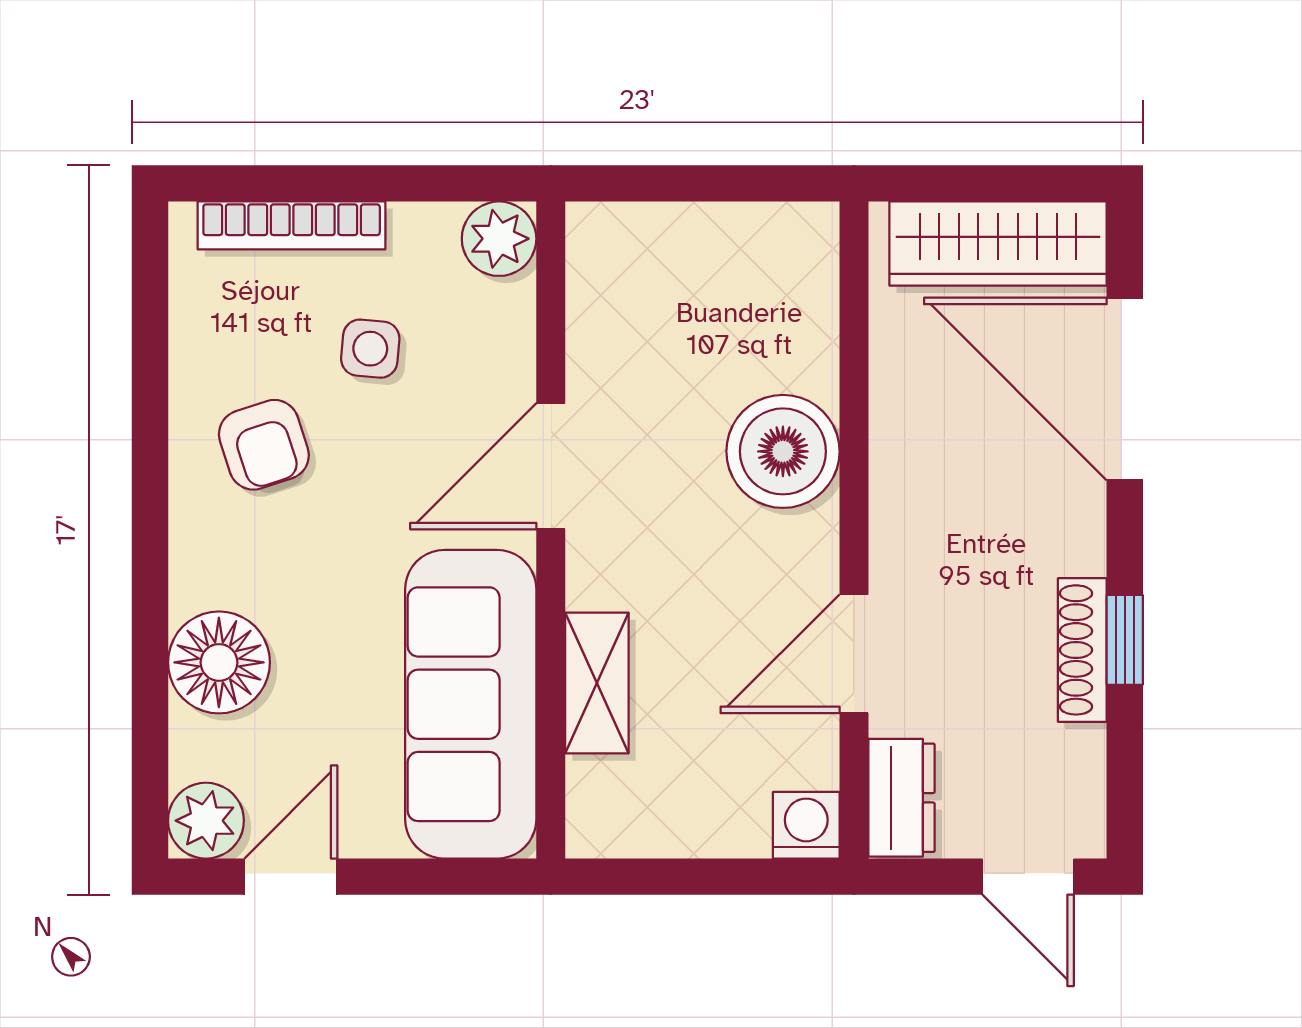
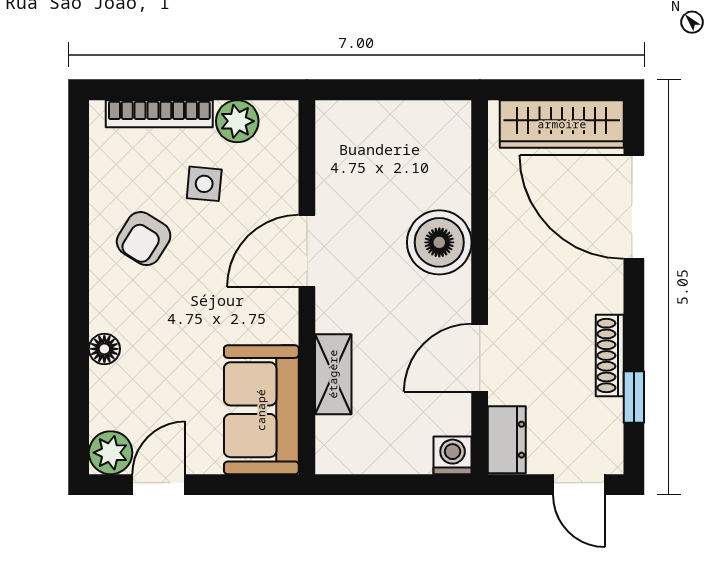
plant: (499, 239) -> (237, 121), moved
armchair: (264, 445) -> (144, 239), turned 50
window: (1125, 640) -> (634, 397), moved
floor lamp: (219, 662) -> (104, 349), width x0.53, depth x0.53
sofa: (471, 704) -> (261, 410), width x0.73

